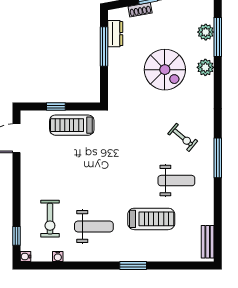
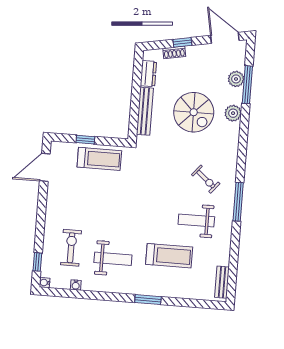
window: (104, 47) -> (136, 85), removed
bench: (115, 73) -> (145, 111), added
treadmill: (72, 125) -> (99, 159), turned 180
weight bench: (176, 181) -> (196, 221), turned 180
exercise bike: (50, 219) -> (71, 248), turned 180

